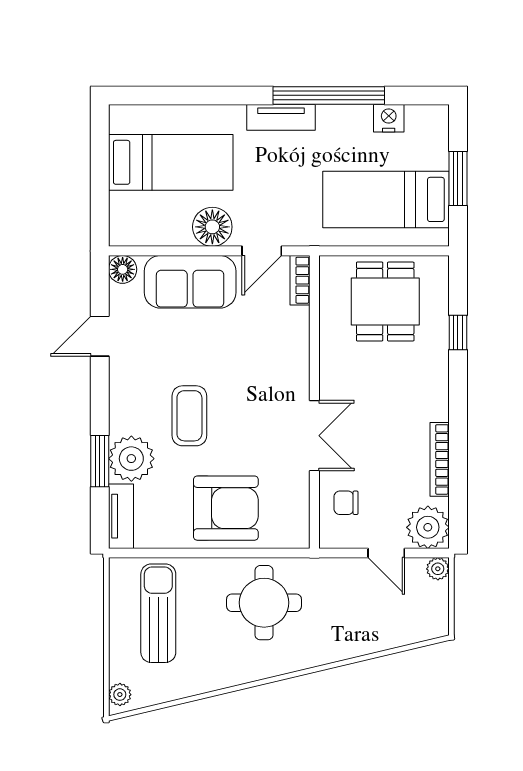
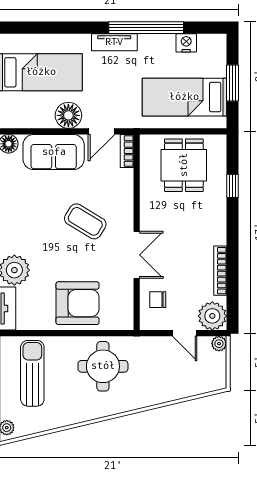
coffee table: (189, 416) -> (85, 221), moved, turned -59

